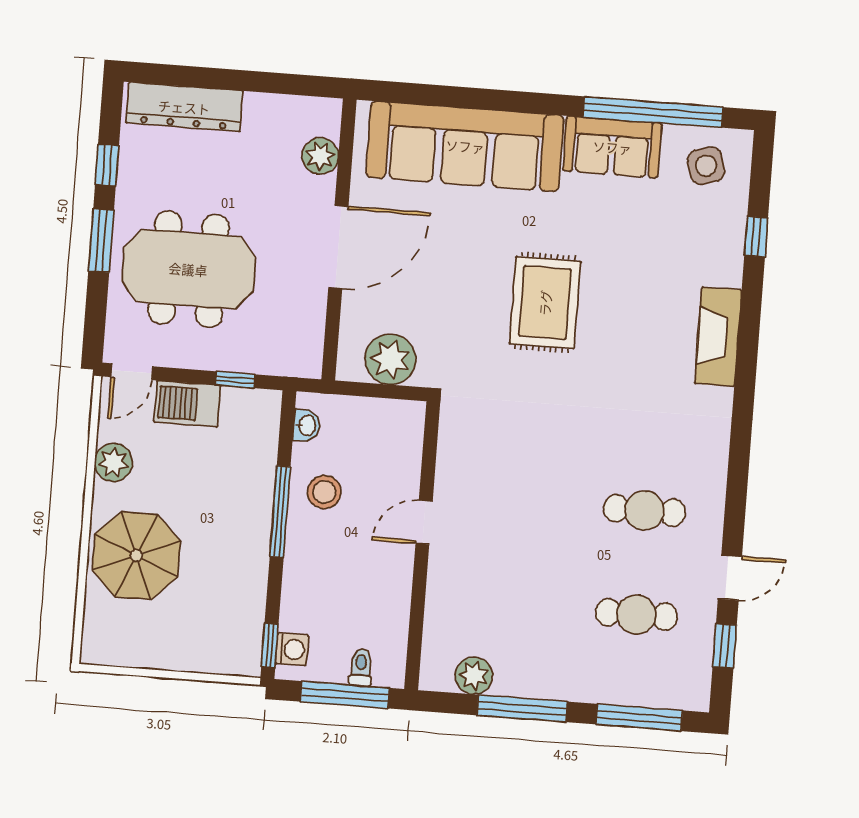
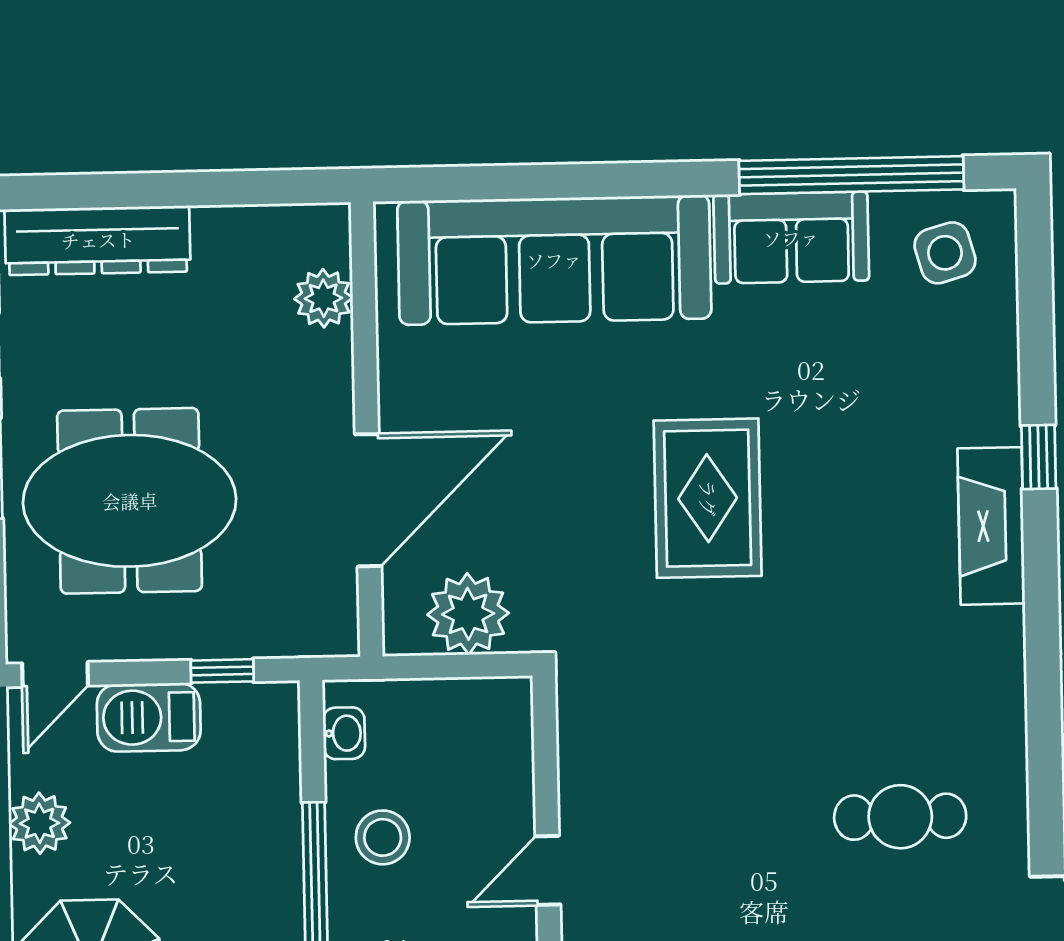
window: (756, 237) -> (1039, 457), moved
door: (338, 247) -> (368, 500), moved

